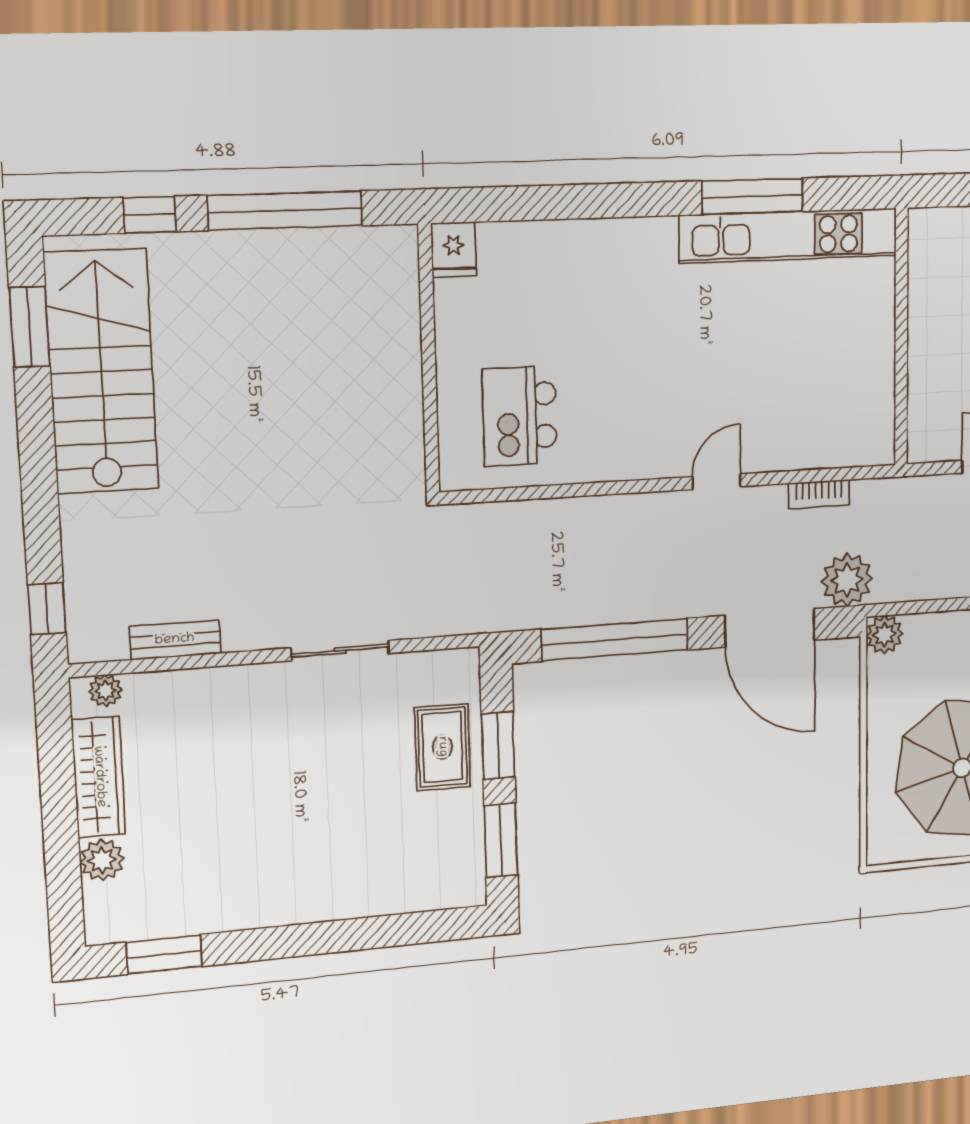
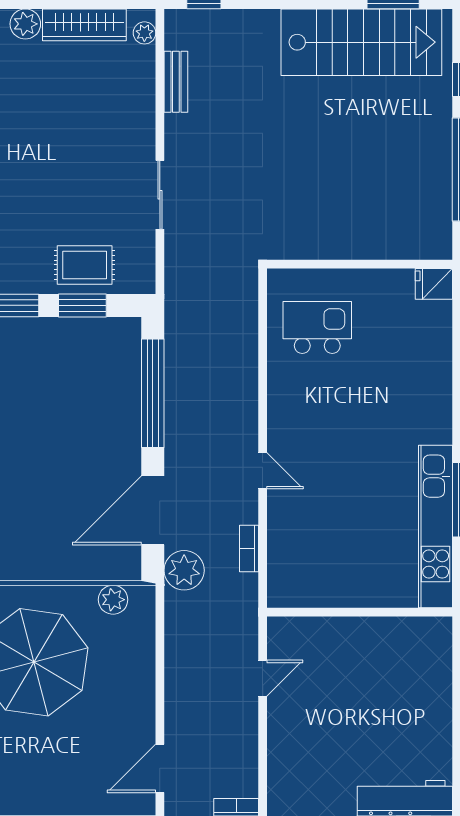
plant: (885, 635) -> (113, 600), moved

